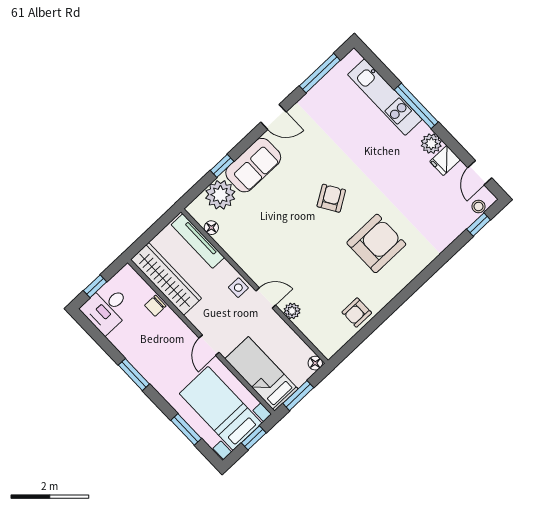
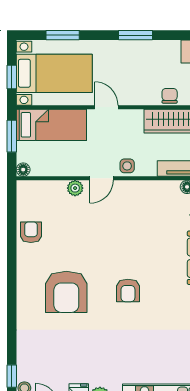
armchair: (331, 198) -> (128, 290), turned 32

